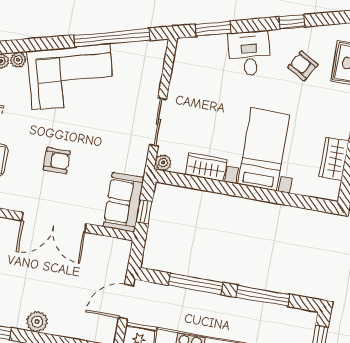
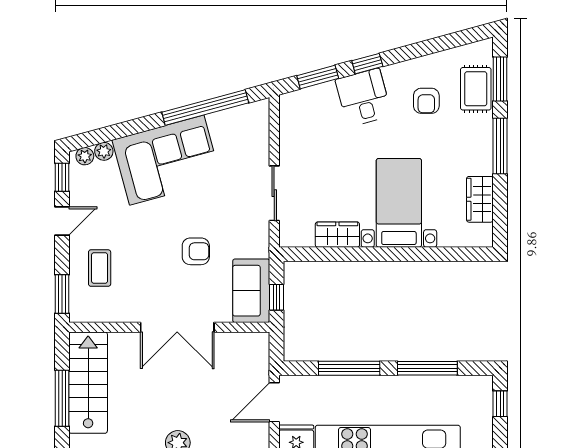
window: (292, 22) -> (367, 64), moved
armchair: (303, 66) -> (426, 101), turned -120
armchair: (57, 160) -> (196, 251), moved
plant: (163, 163) -> (288, 238), removed

